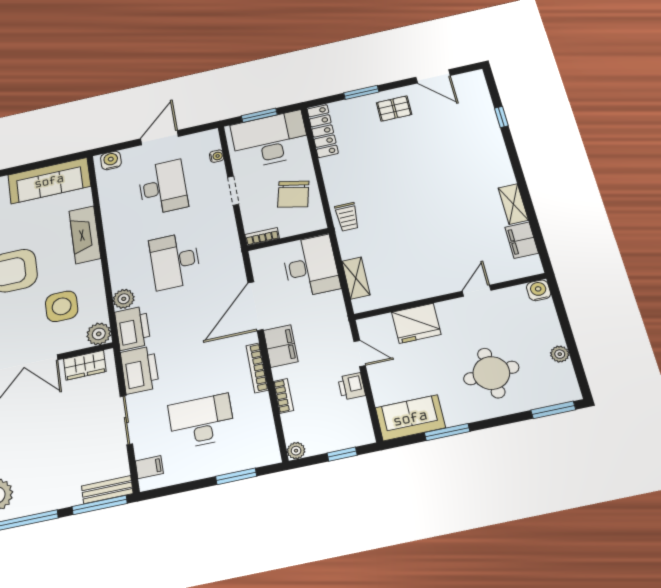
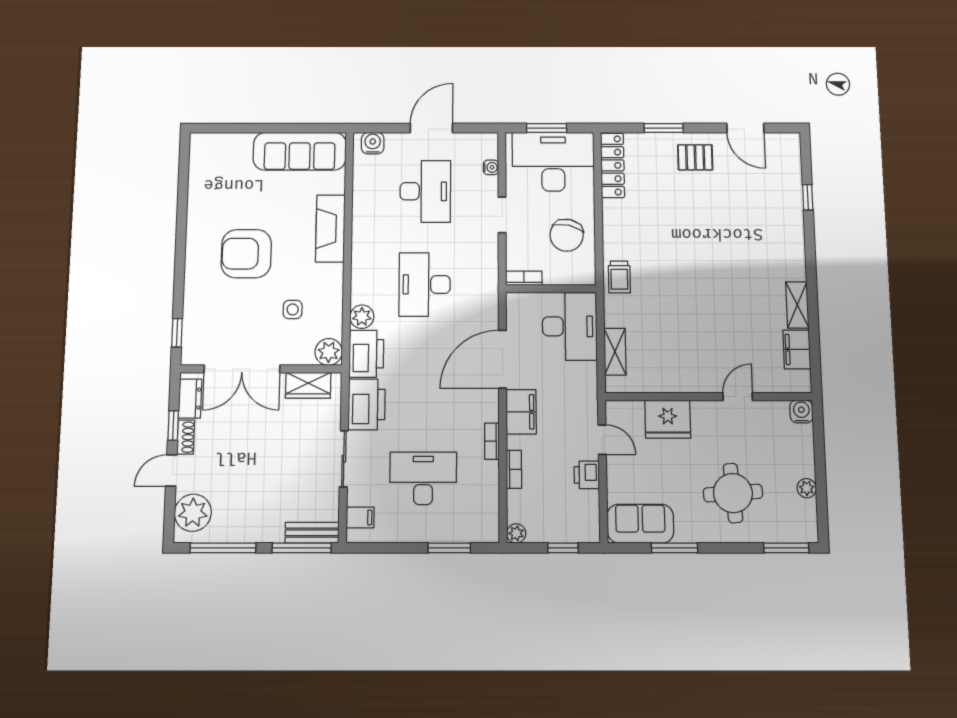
side table: (62, 306) -> (293, 309), width x0.54, depth x0.54
bookcase: (257, 368) -> (492, 441), width x0.64

